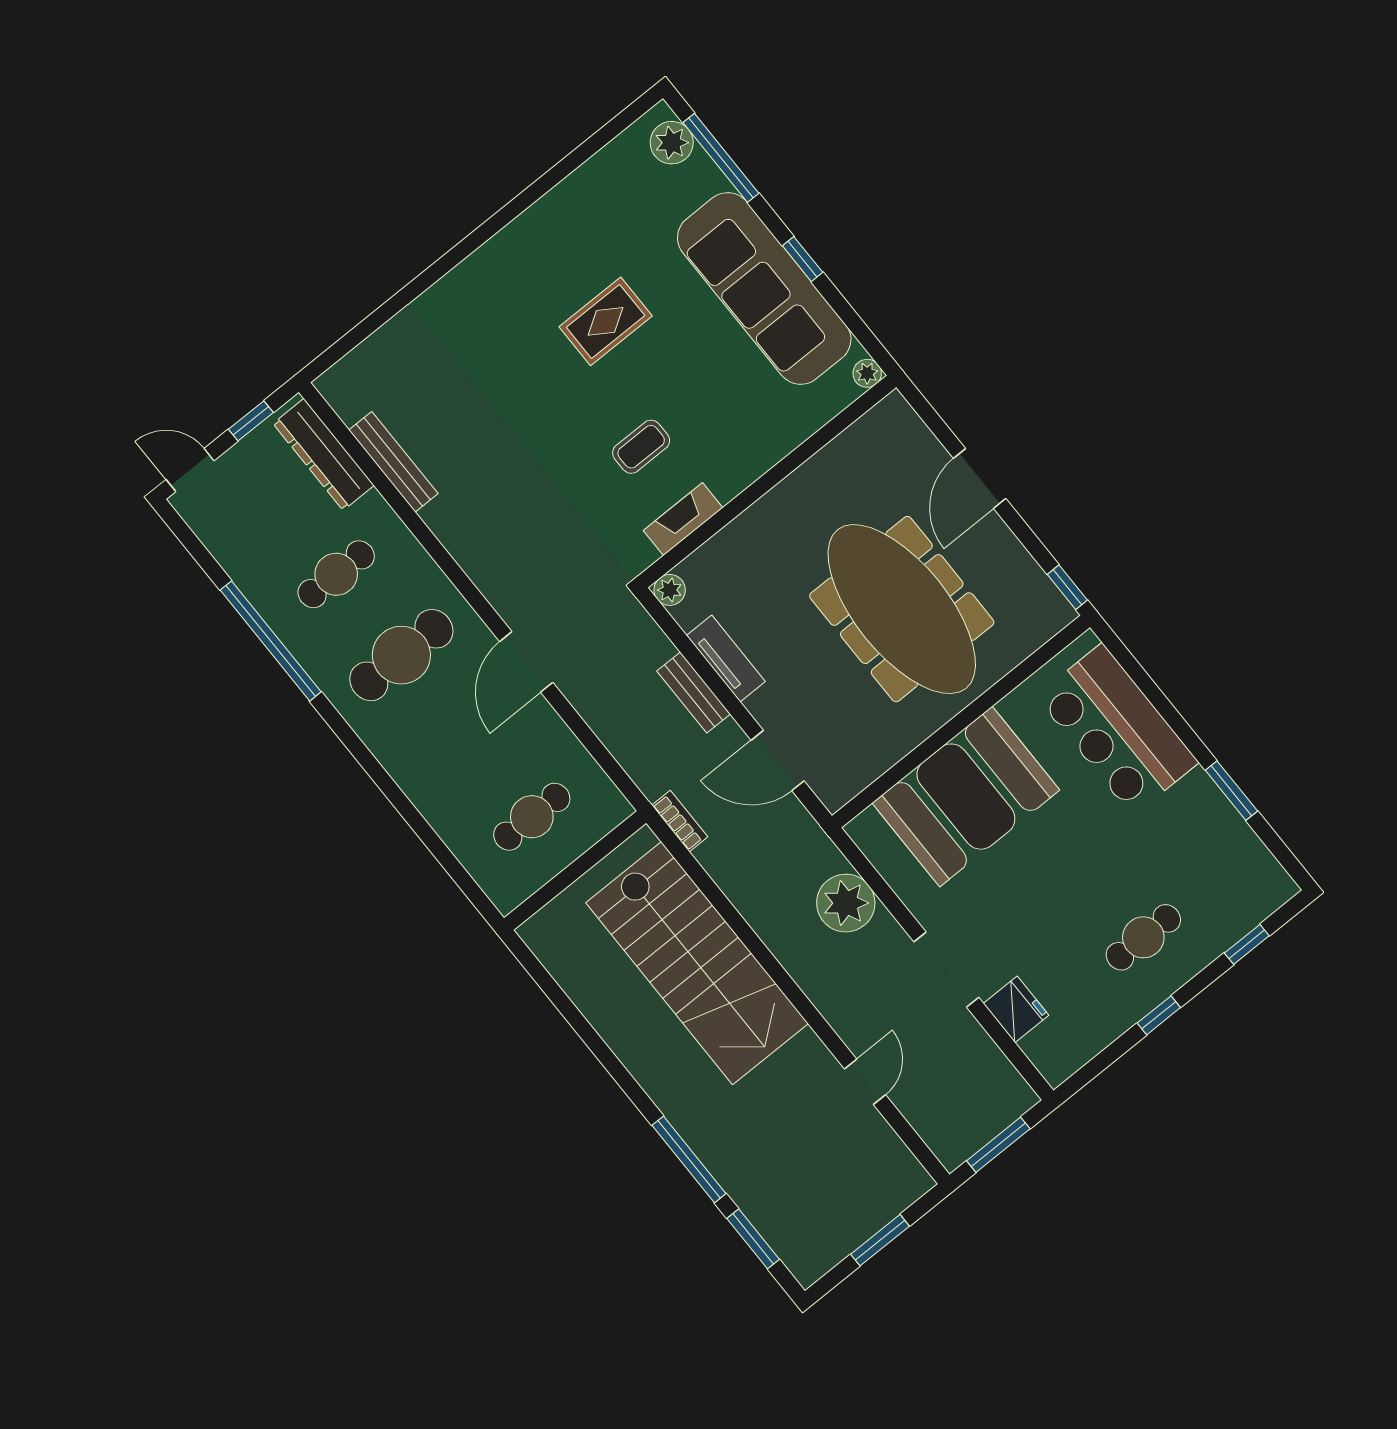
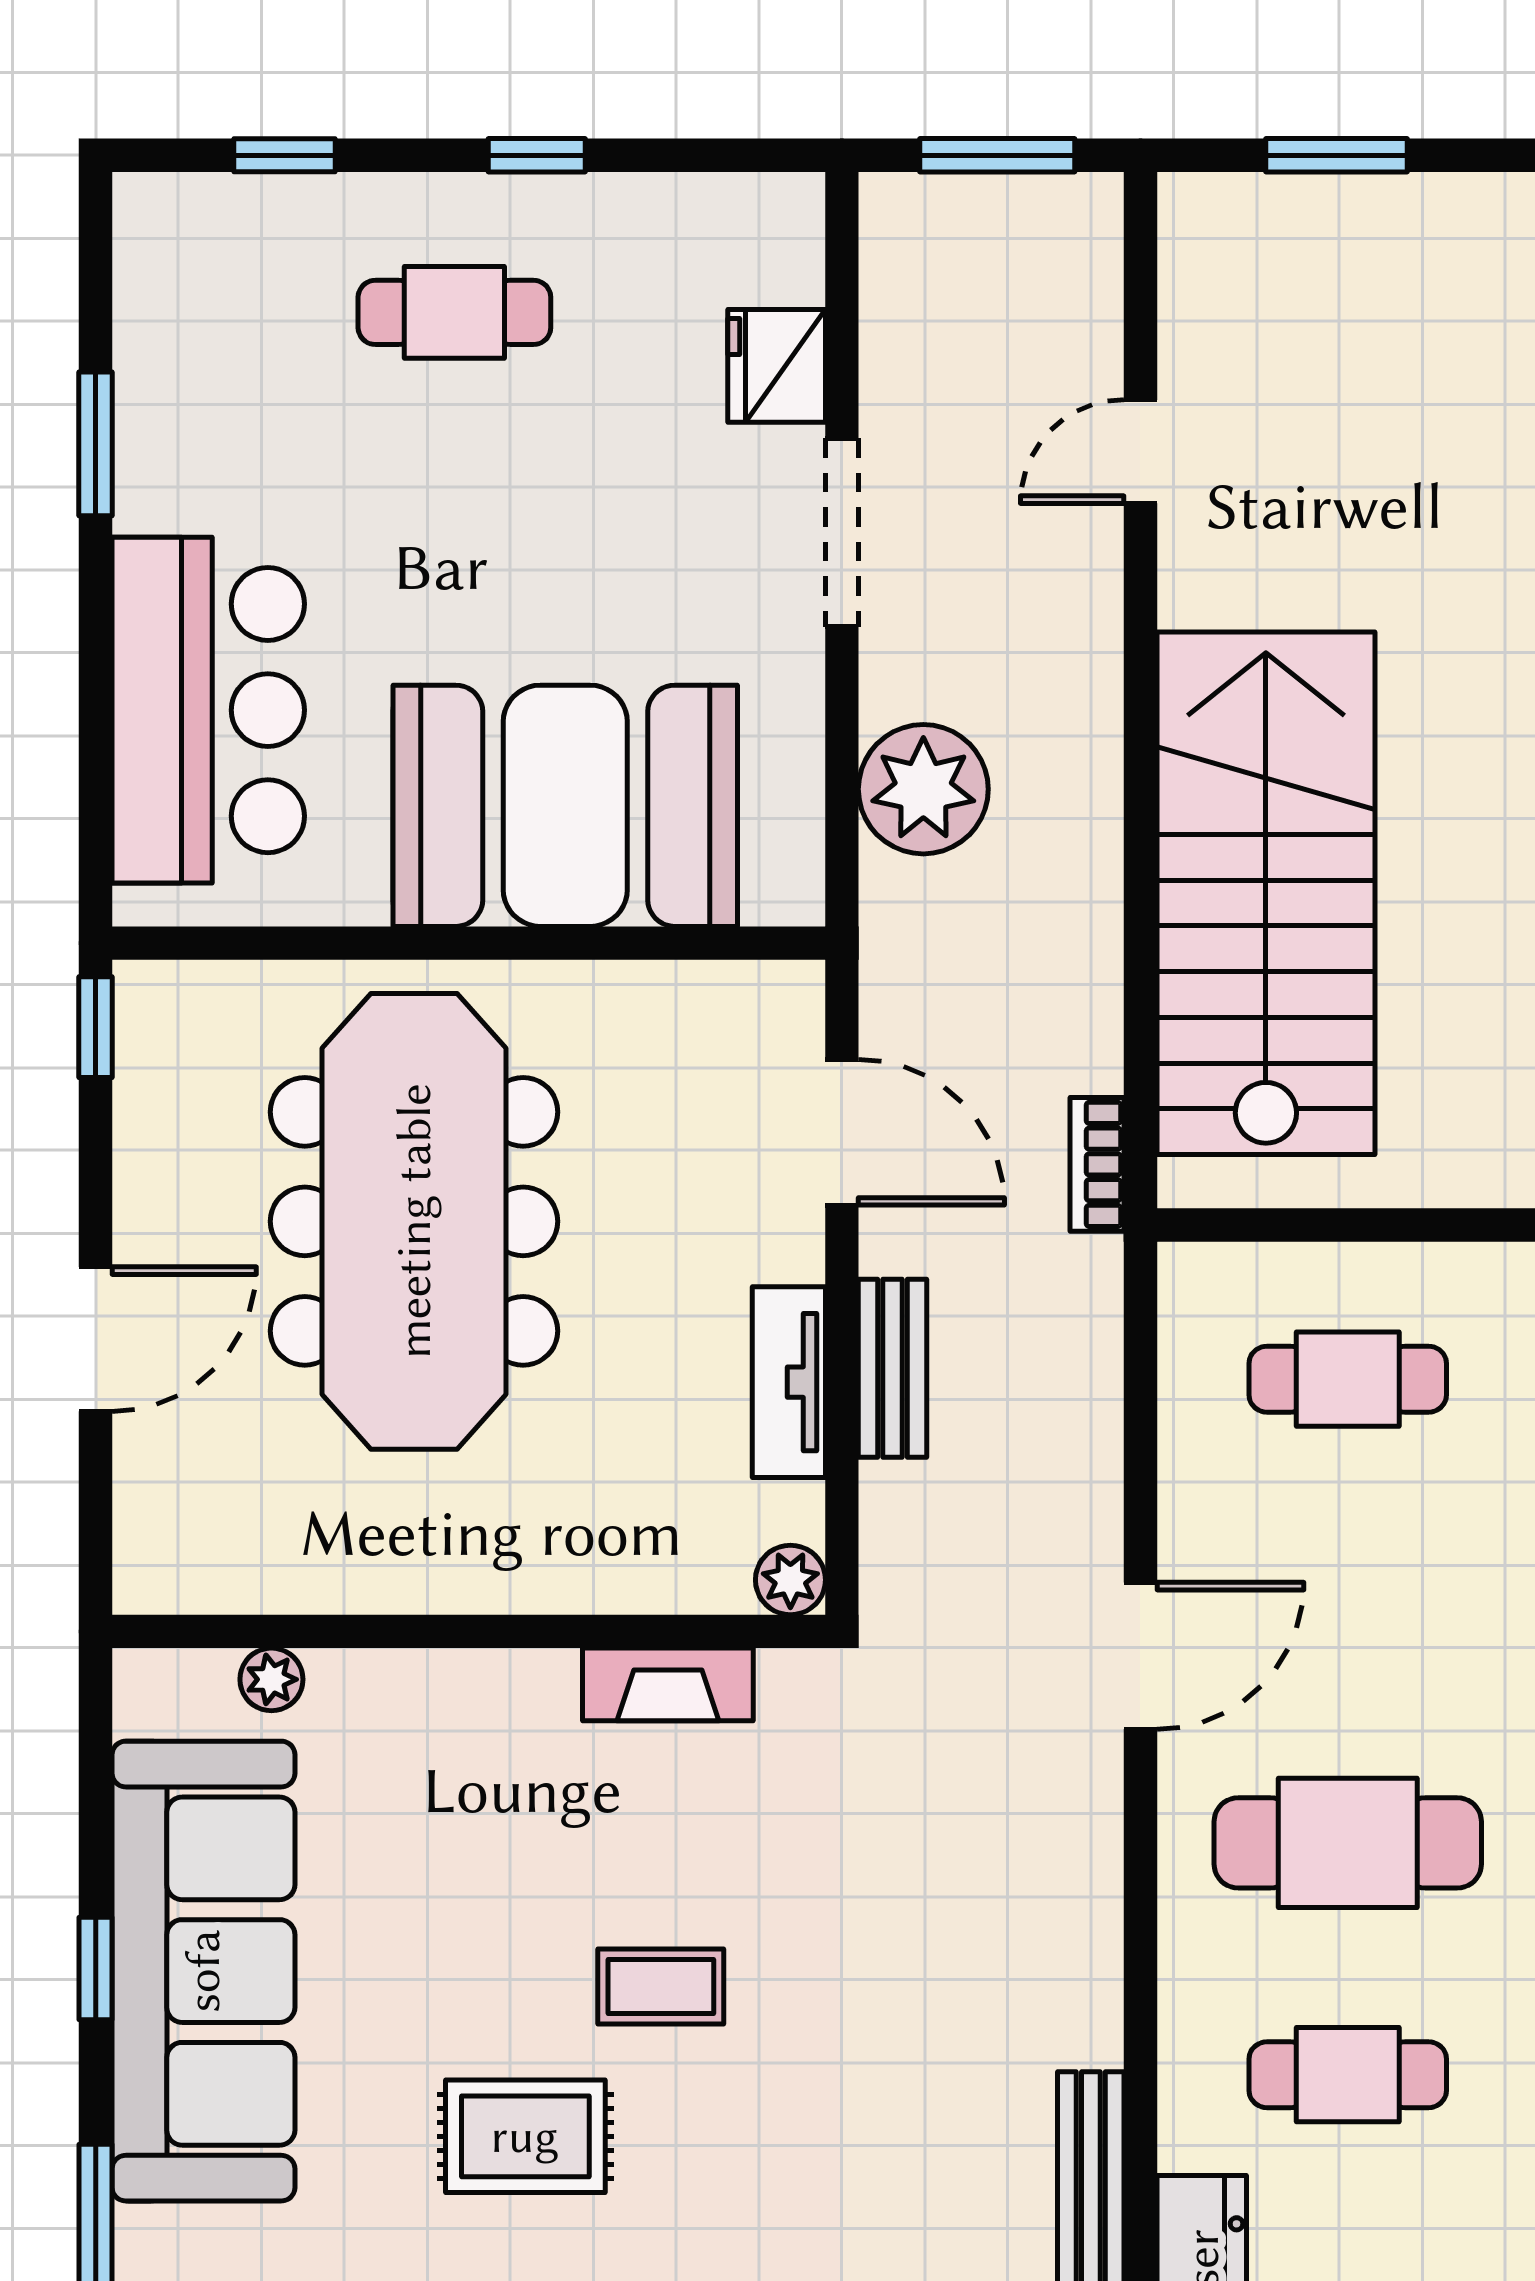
plant: (867, 373) -> (271, 1679), moved
coffee table: (641, 447) -> (661, 1986), moved

